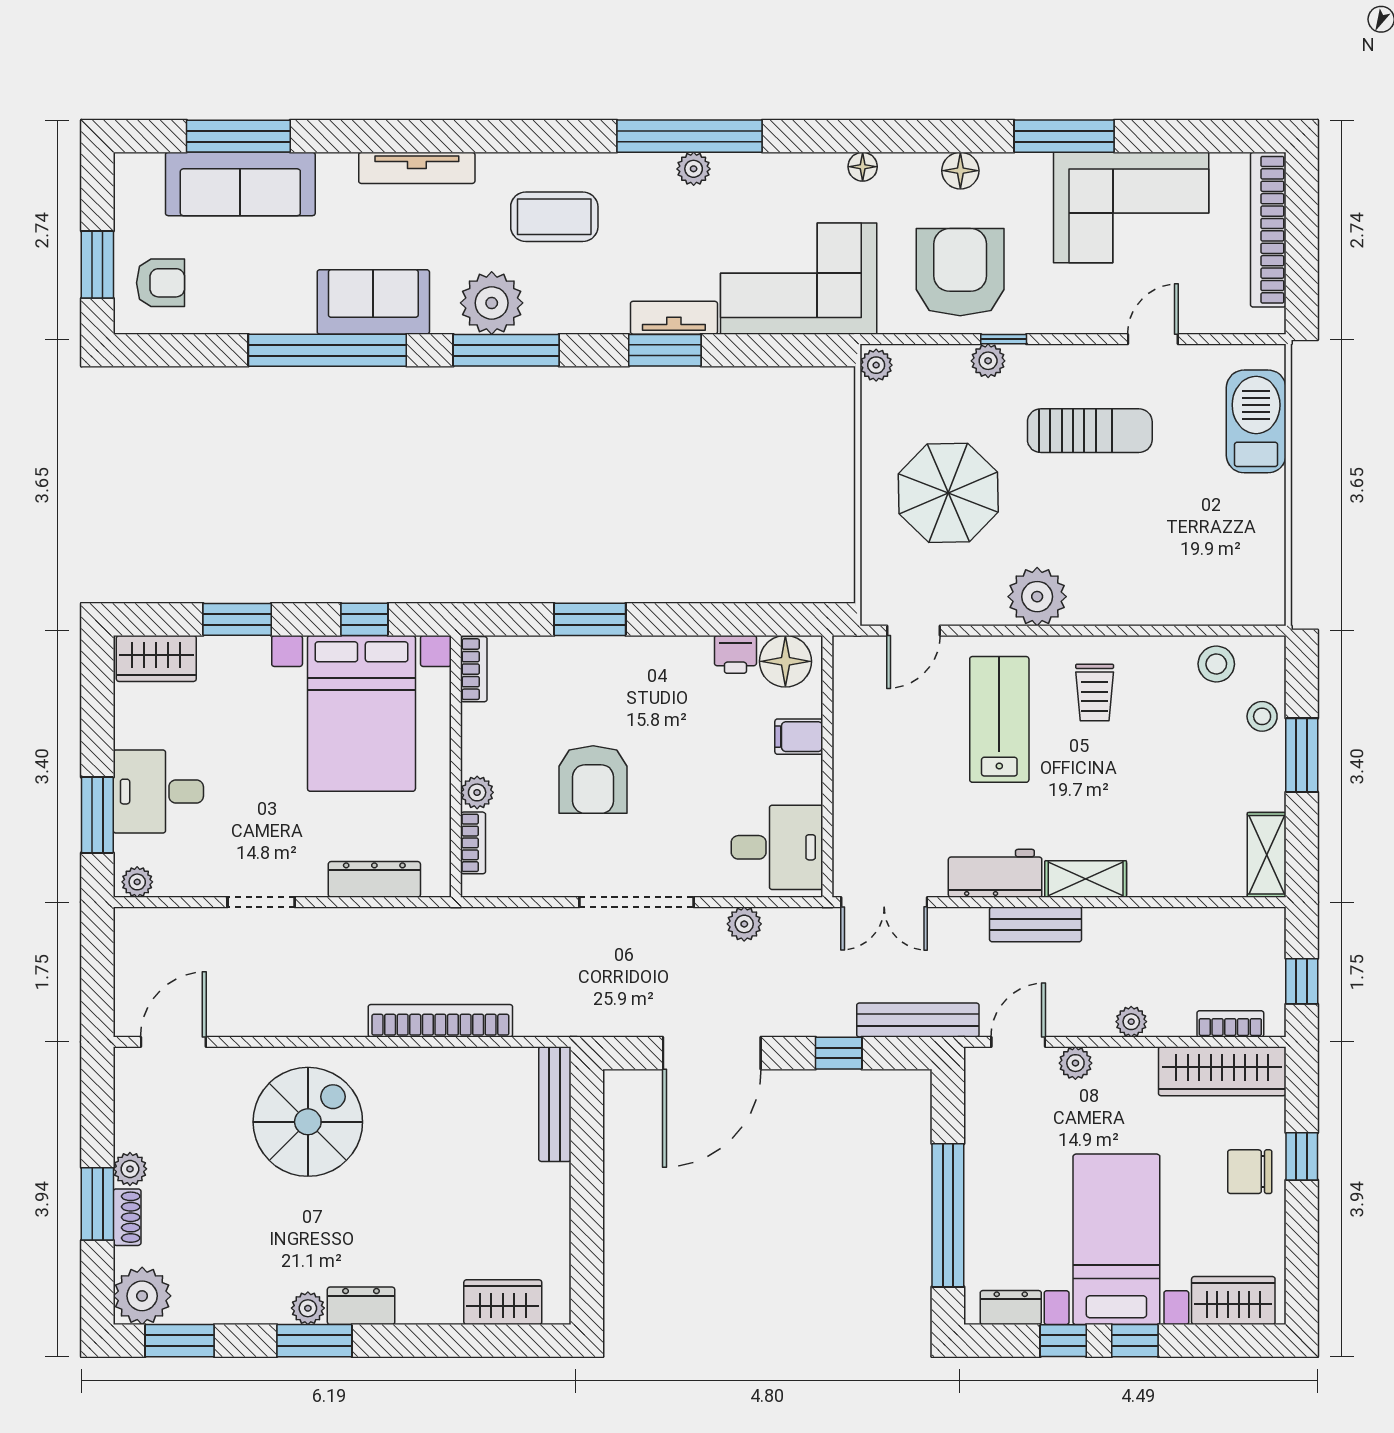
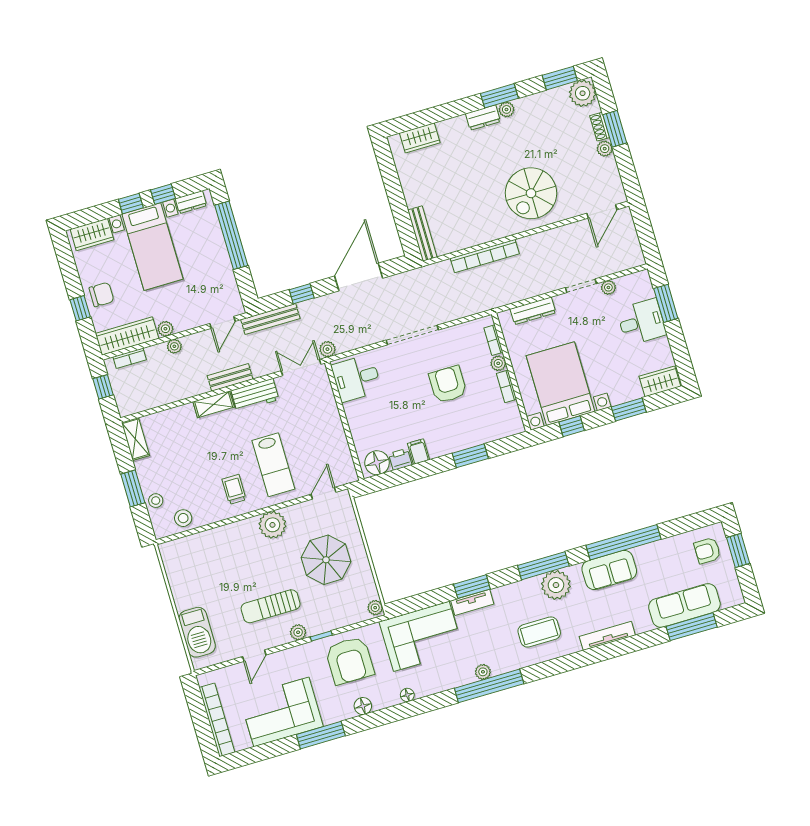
plant: (988, 361) -> (298, 632), moved
bookcase: (474, 669) -> (507, 386), moved
filing cabinet: (799, 737) -> (419, 452), moved, turned -90
plant: (137, 882) -> (608, 287), moved
plant: (744, 924) -> (327, 349), moved
plant: (1075, 1063) -> (165, 329), moved

